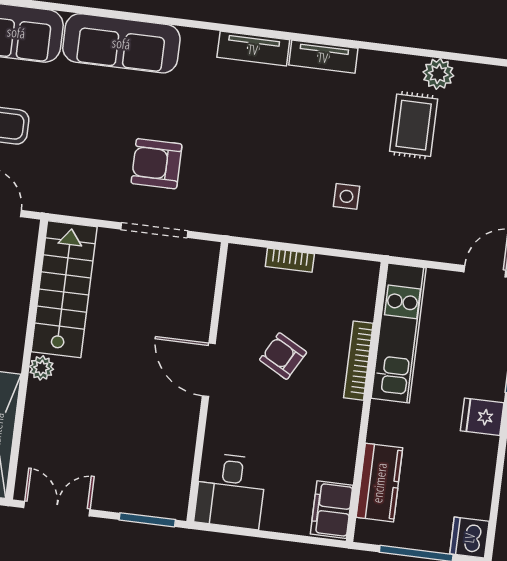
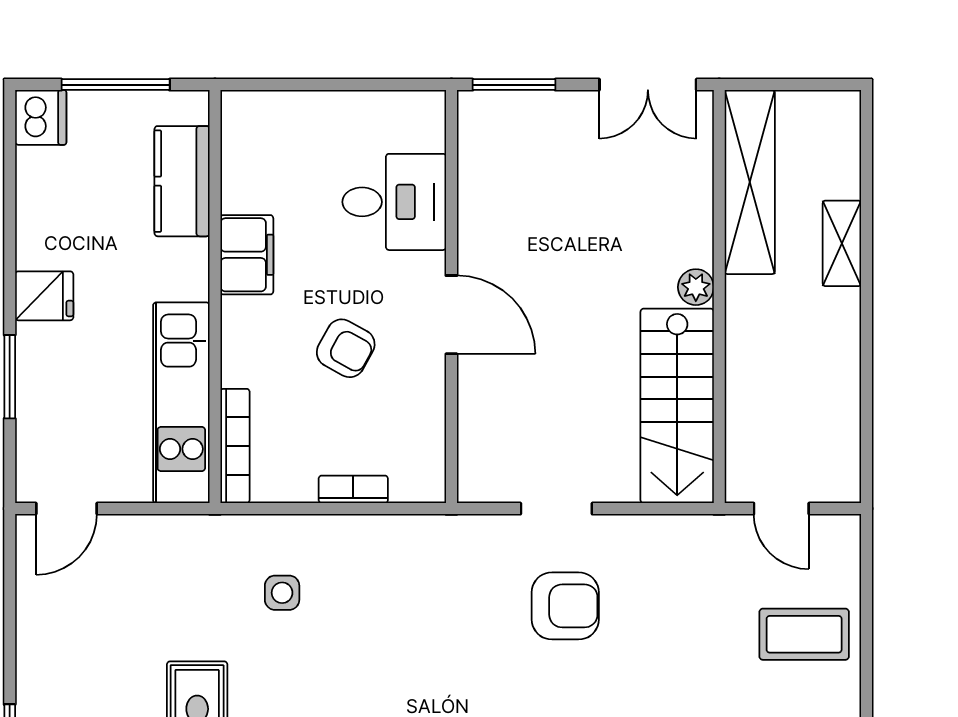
doorway: (154, 230) -> (556, 509), width x0.73
bookcase: (358, 361) -> (235, 446), moved
desk: (230, 491) -> (394, 202), moved, turned 90
filing cabinet: (332, 510) -> (247, 255), moved

